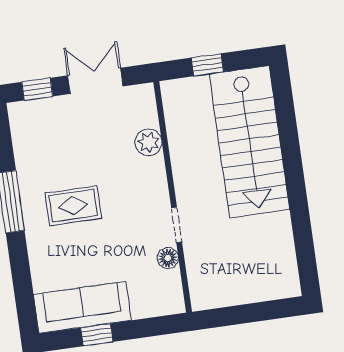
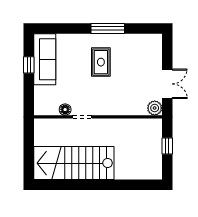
window: (37, 89) -> (167, 52), removed
plant: (149, 142) -> (155, 108), moved
stairs: (249, 142) -> (74, 163), moved

